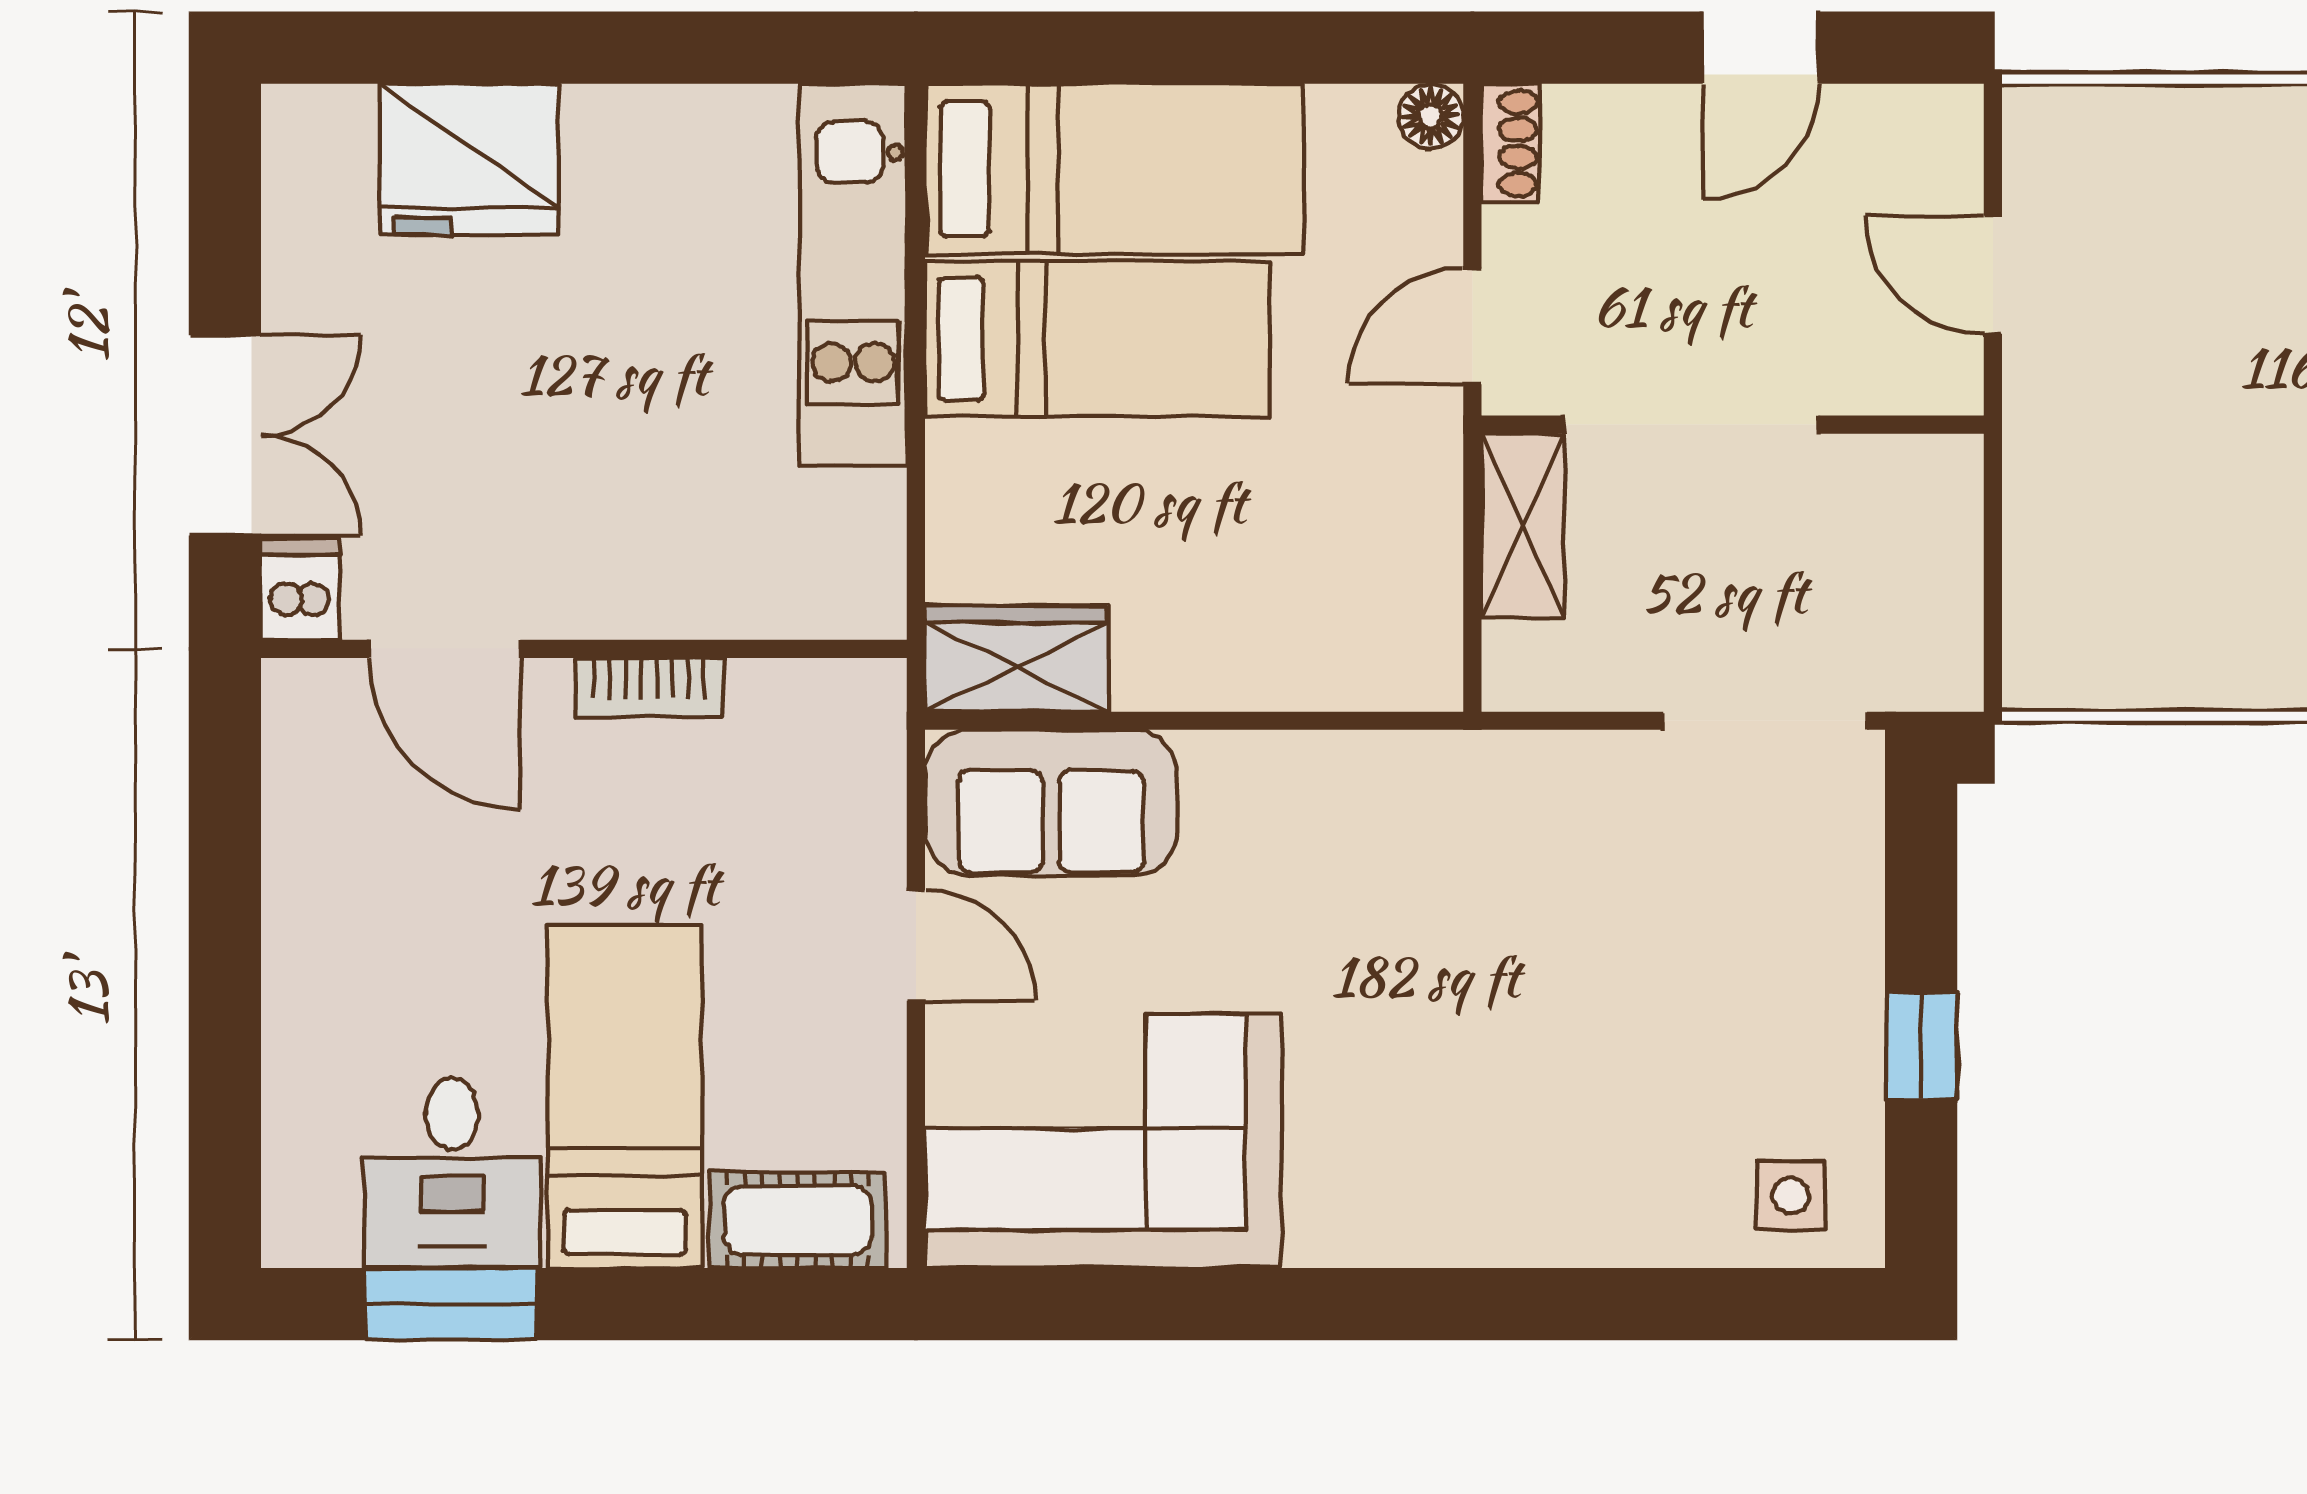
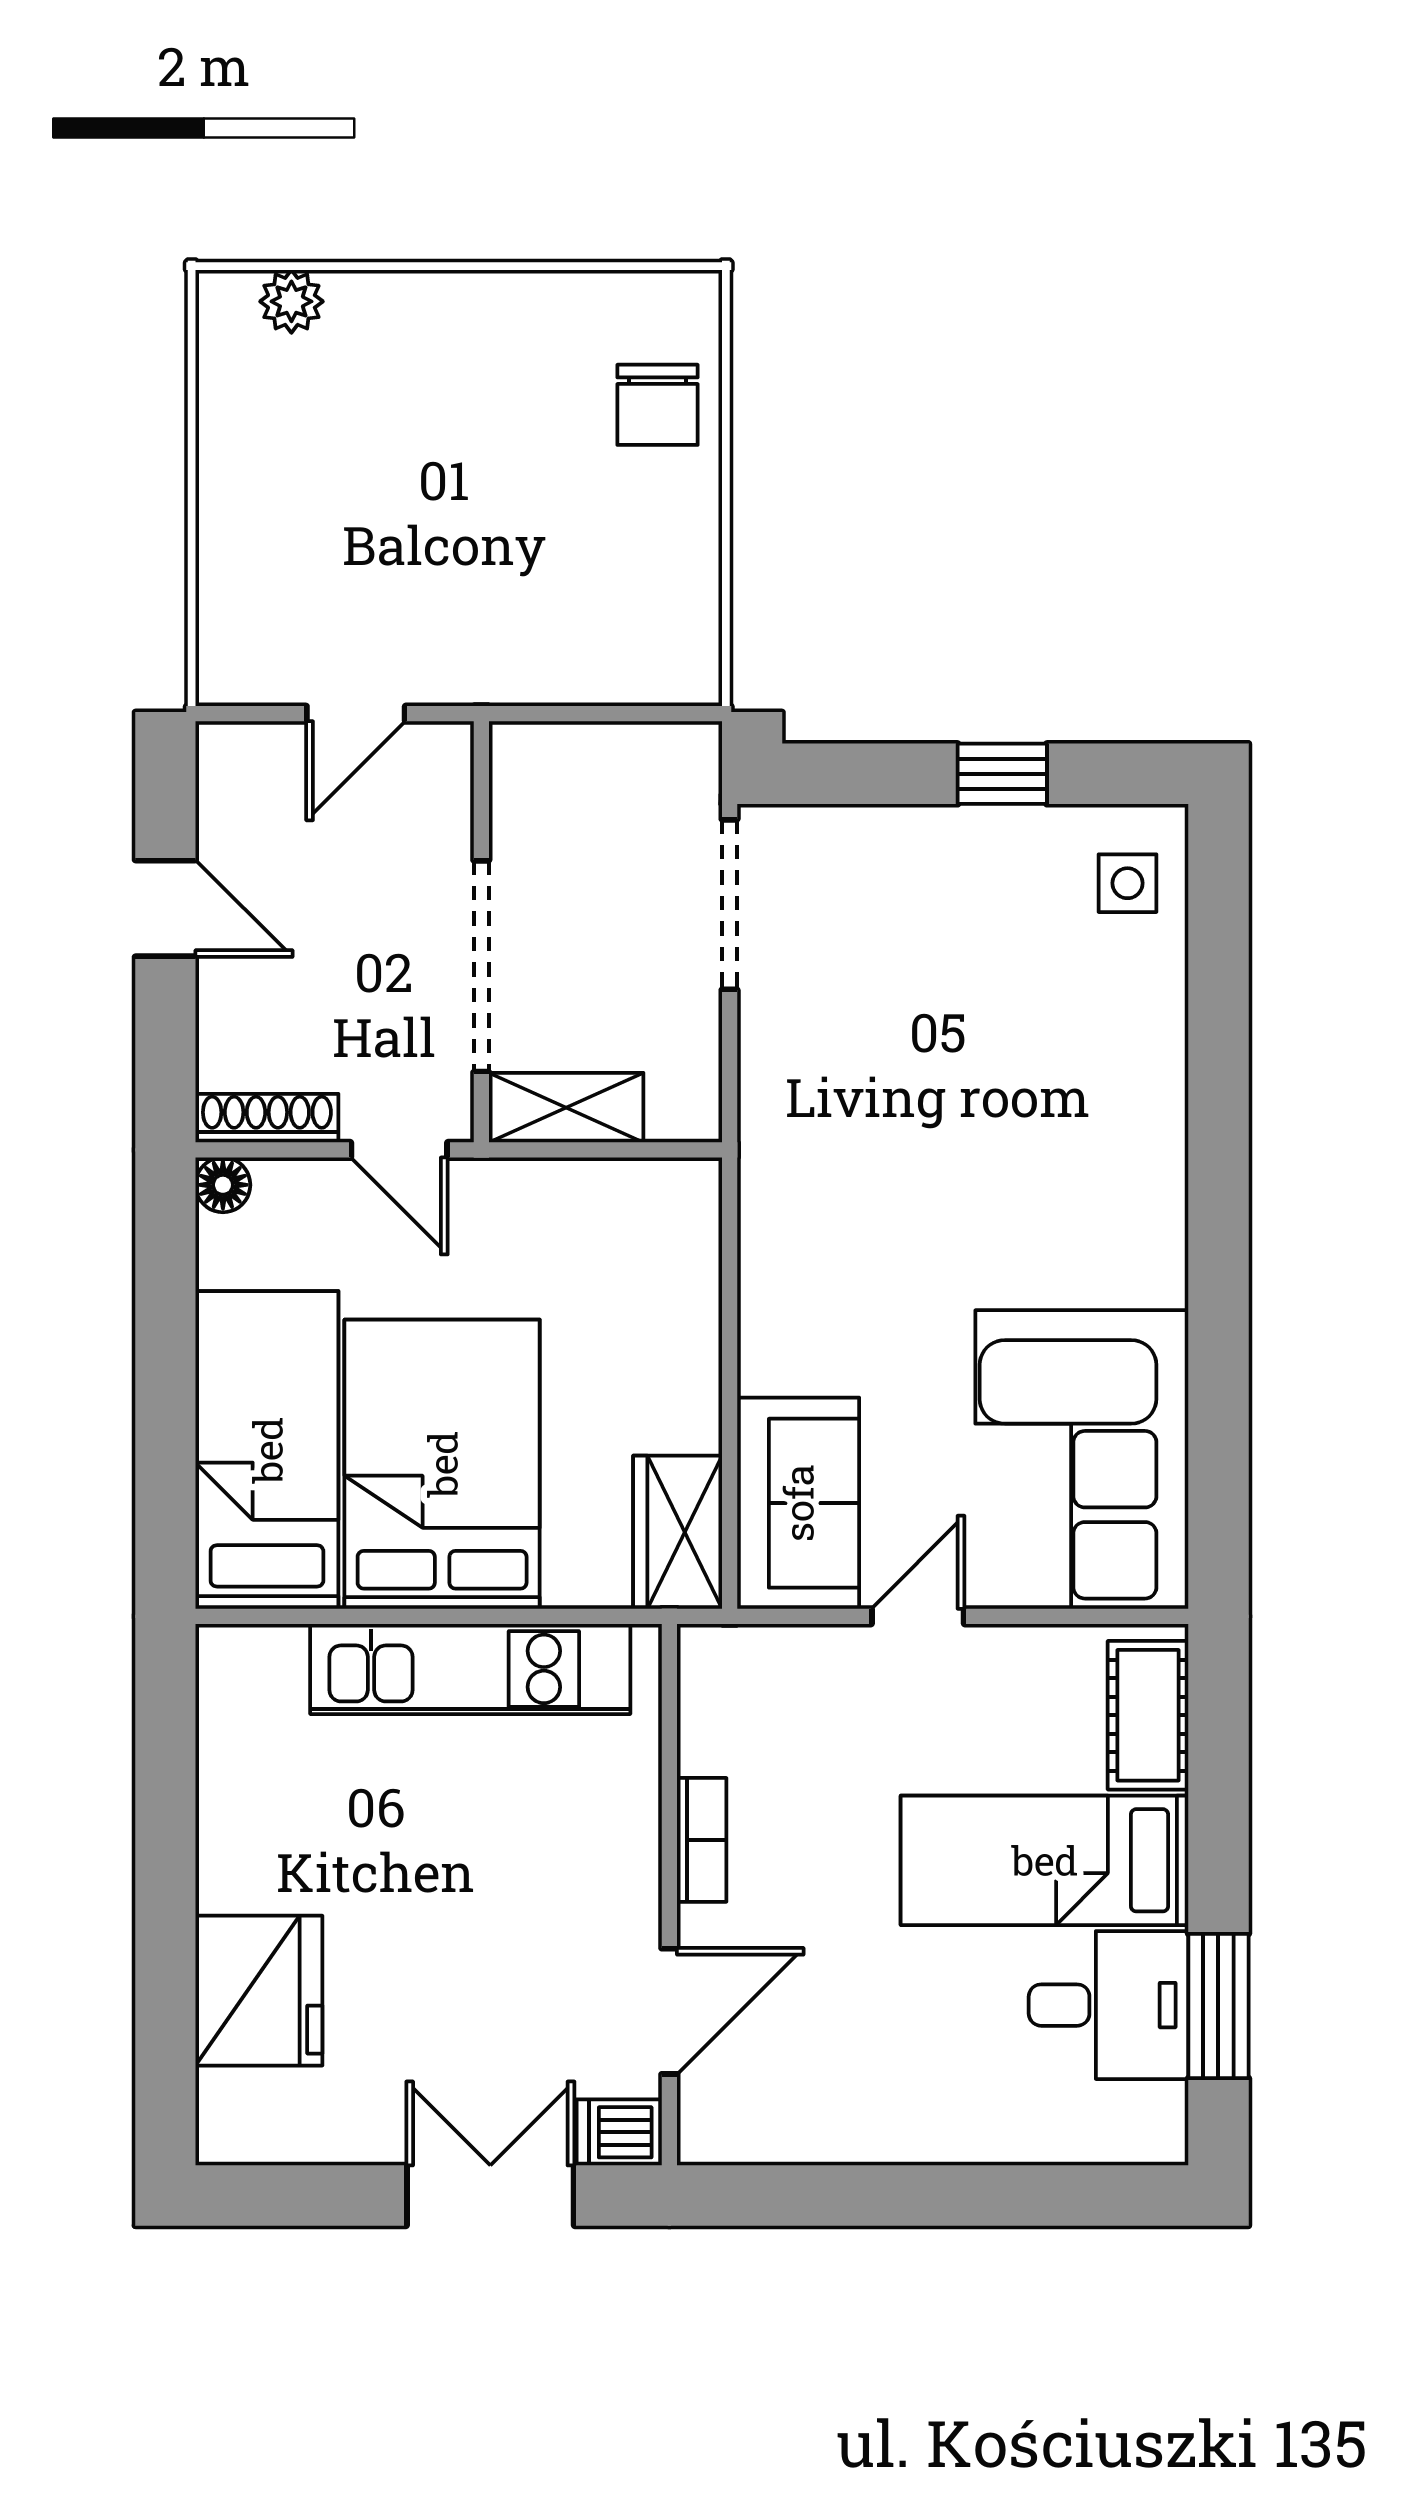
shoe rack: (1510, 143) -> (267, 1118), width x1.43
kitchen unit: (853, 274) -> (470, 1669), moved
bed: (1097, 339) -> (442, 1464), width x1.50

